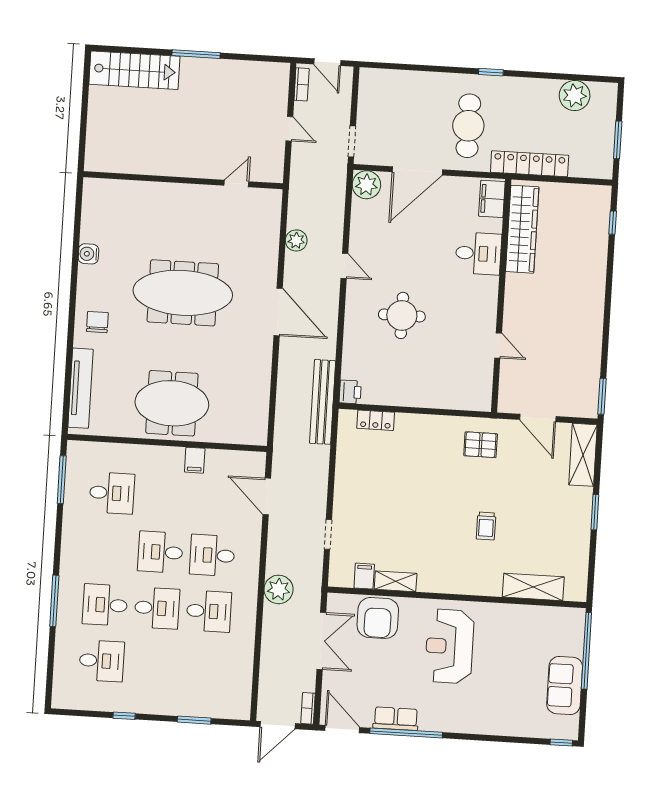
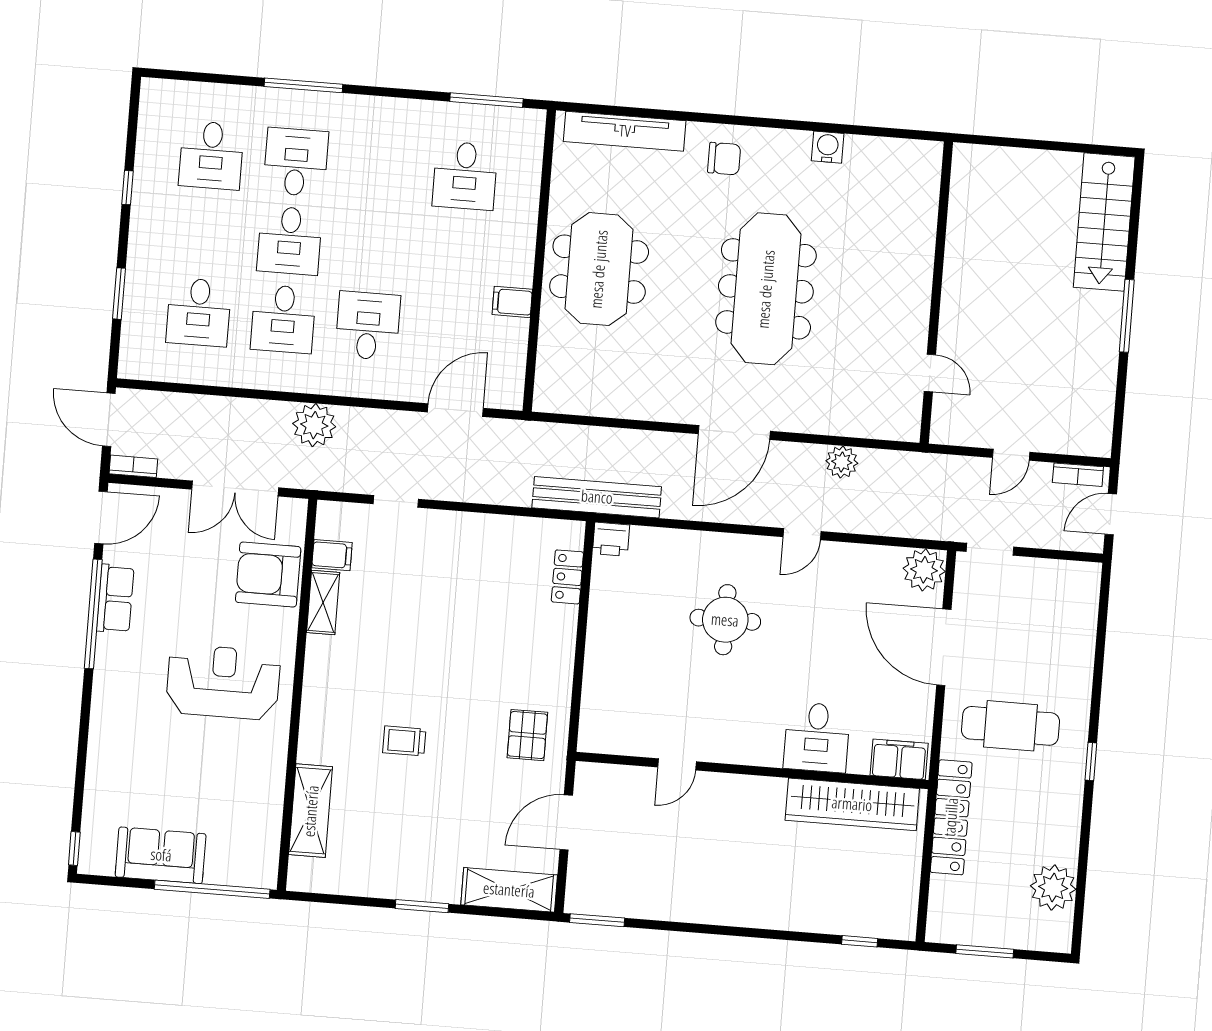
desk: (160, 552) -> (199, 312), moved, turned 180

